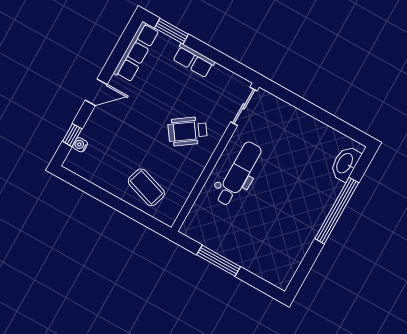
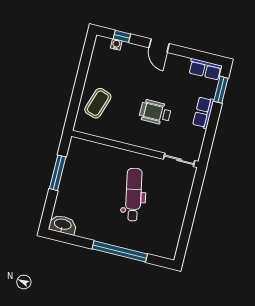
row of seats: (136, 52) -> (205, 69), width x0.68
wheelchair: (188, 131) -> (155, 112), moved, turned -55
washbasin: (345, 163) -> (63, 225), moved
dental chair: (238, 174) -> (134, 195), moved, turned -101

